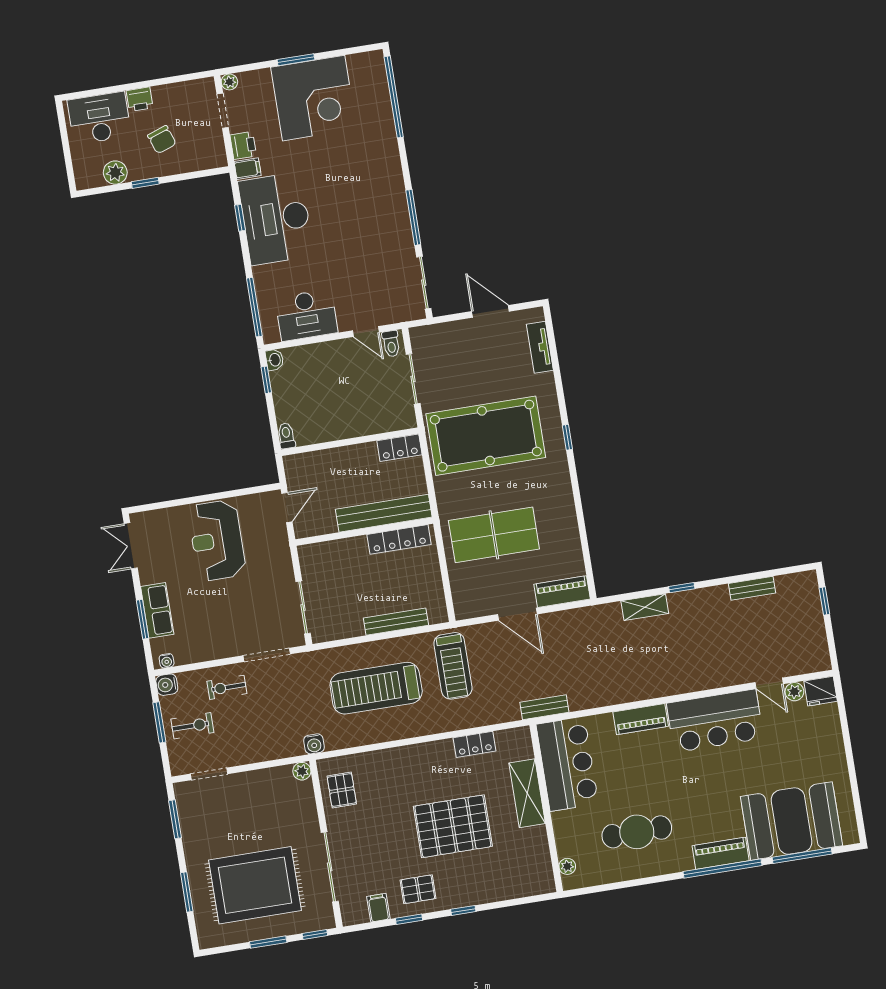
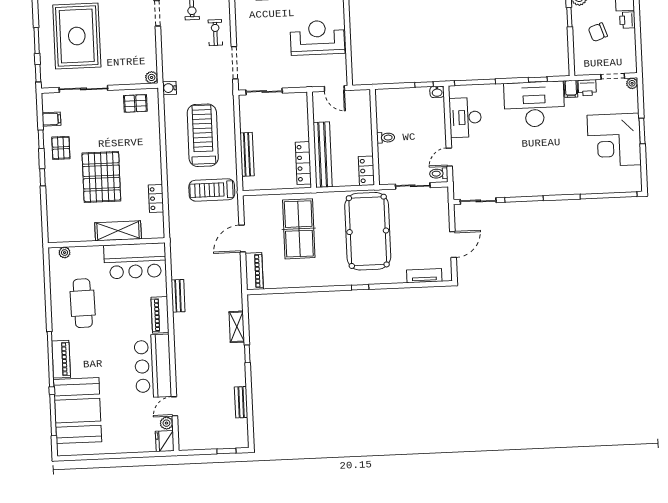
toilet: (286, 436) -> (386, 138), moved
bench: (544, 707) -> (178, 296), moved

